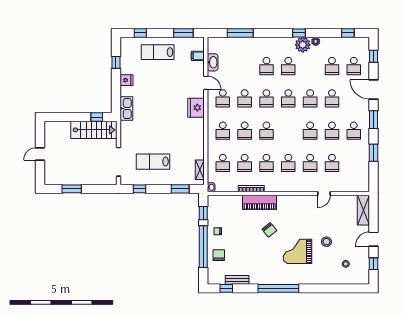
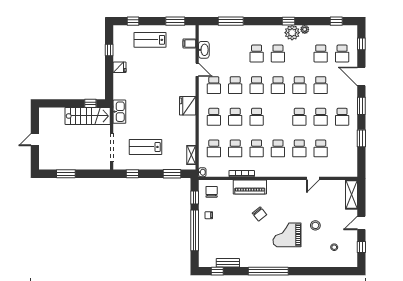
kitchen sink: (126, 108) -> (119, 112), moved
fridge: (196, 108) -> (188, 106), moved
chair: (219, 255) -> (212, 192), moved

